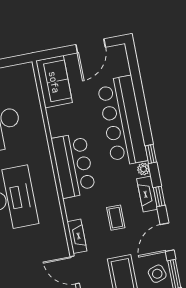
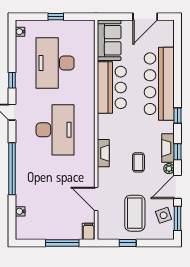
bar counter: (73, 165) -> (112, 87), moved
plant: (143, 169) -> (169, 169), moved
fireplace: (77, 236) -> (103, 153), moved

